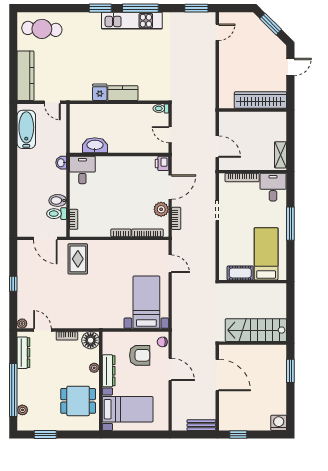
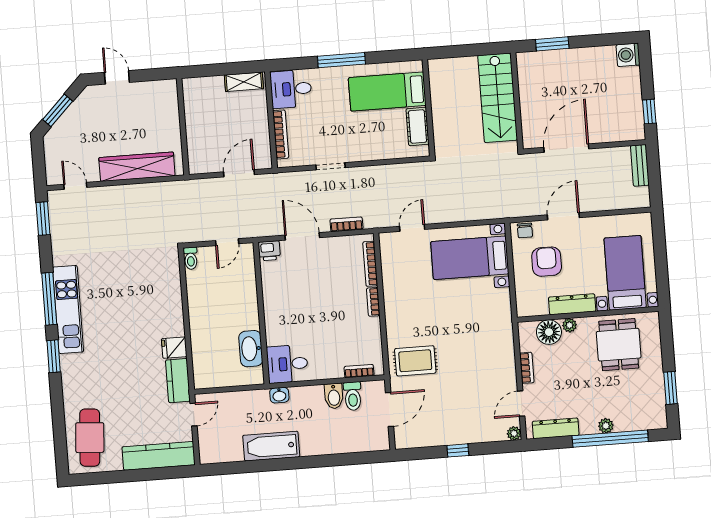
kitchen counter: (123, 93) -> (178, 381), moved
wardrobe: (260, 100) -> (137, 167), moved, turned 90
bathtub: (26, 129) -> (271, 446), moved
plant: (161, 209) -> (335, 247), removed
floor lamp: (91, 340) -> (549, 332), moved
plant: (22, 410) -> (606, 426), moved

